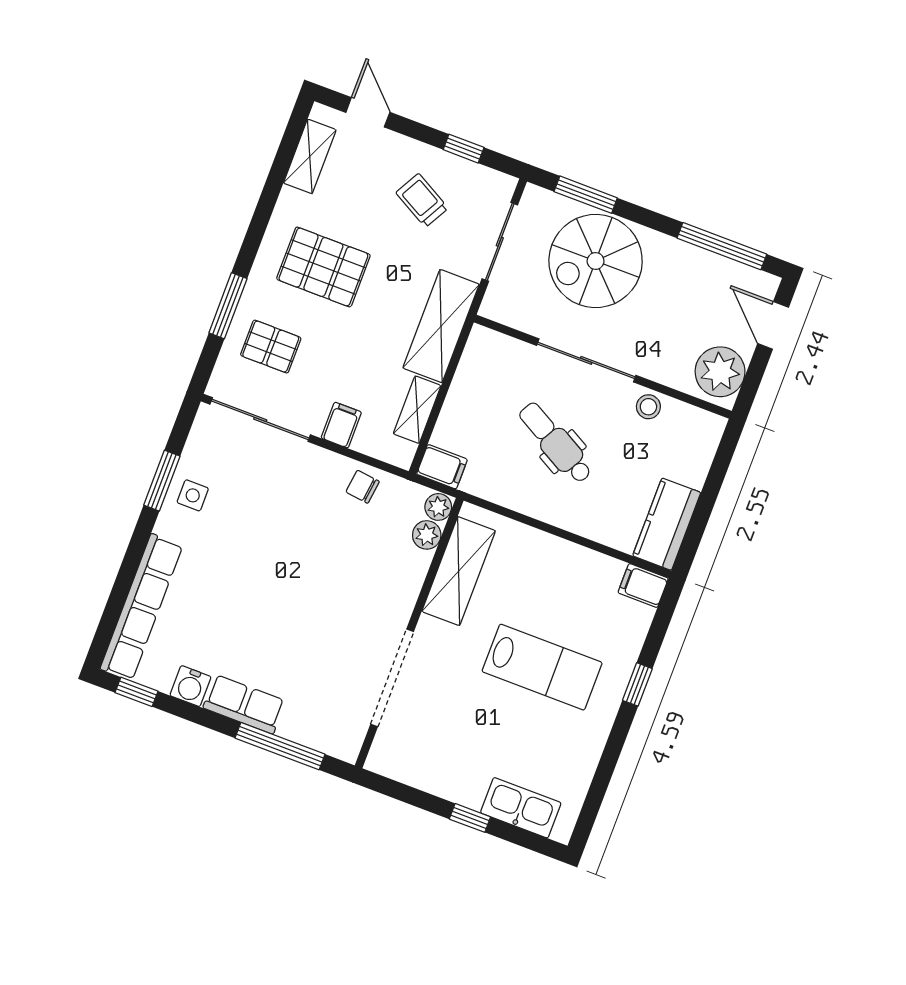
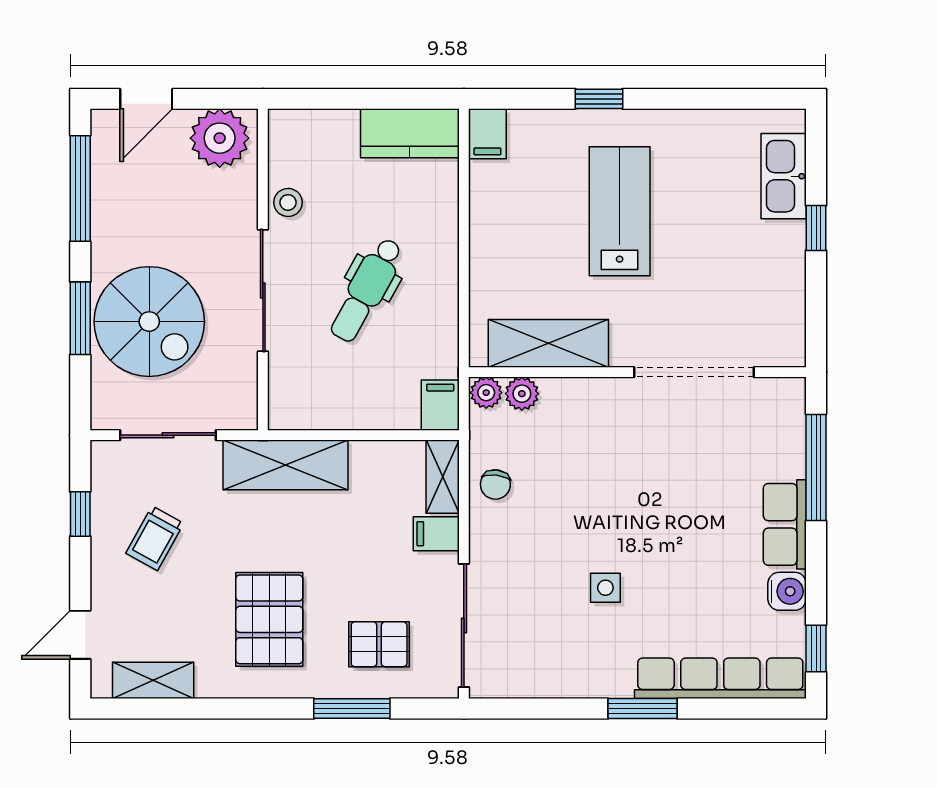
window: (586, 195) -> (80, 318), moved
pallet: (271, 347) -> (379, 644), turned 90
shelving: (417, 410) -> (443, 477), moved, turned 90
window: (162, 481) -> (643, 708), moved
side table: (193, 495) -> (605, 588), moved

